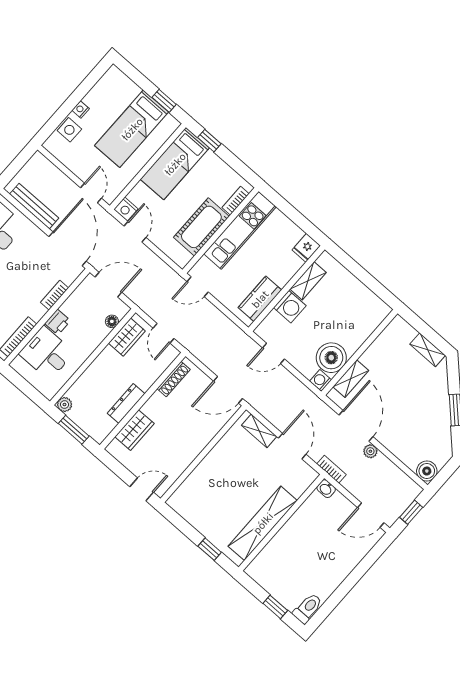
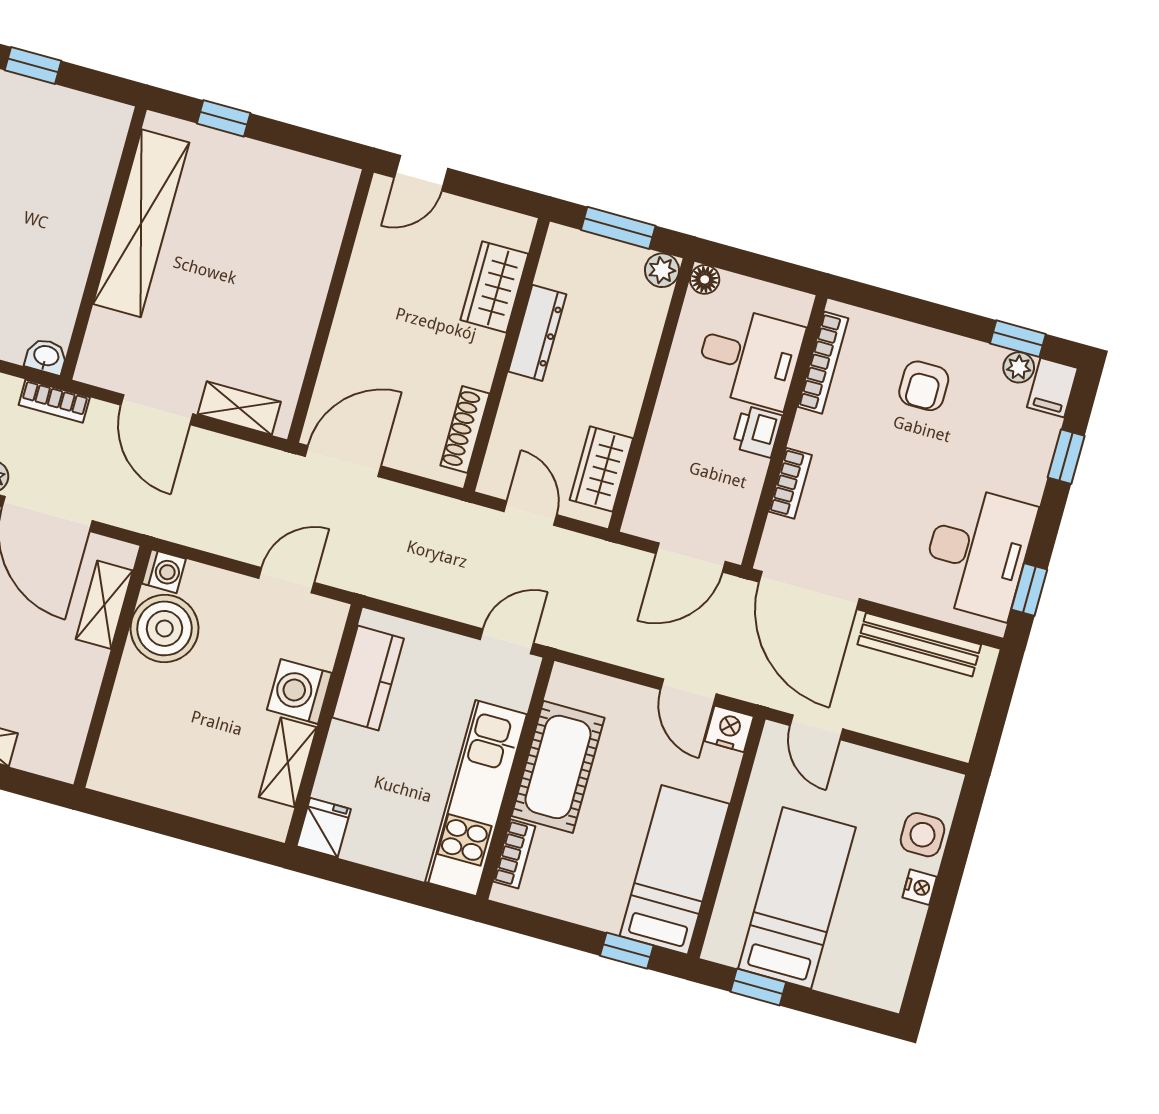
floor lamp: (112, 321) -> (705, 279), moved

